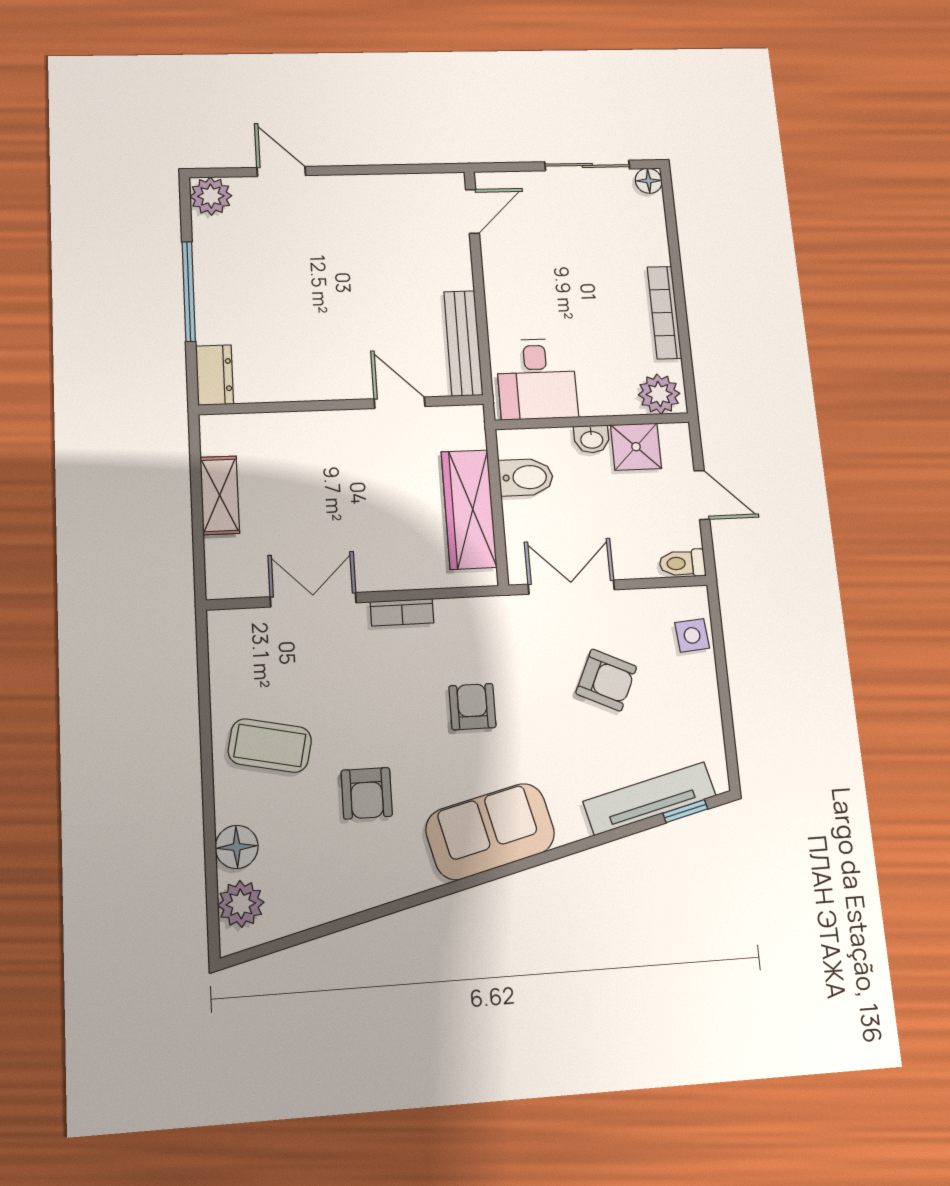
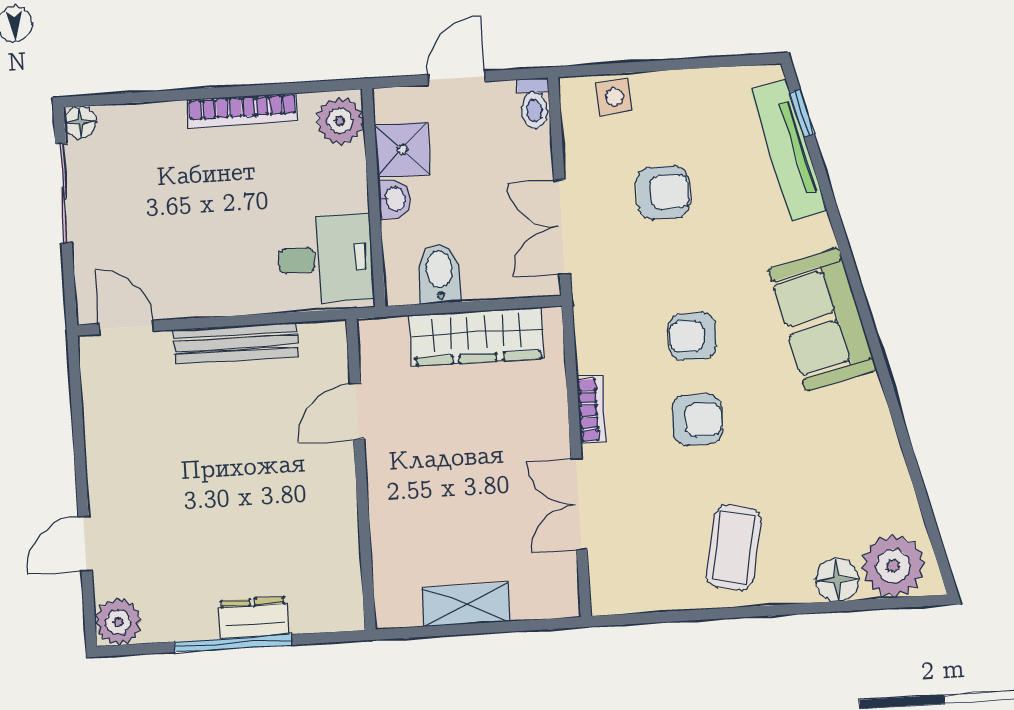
bench: (463, 343) -> (236, 343), moved
dresser: (215, 375) -> (254, 618), moved
armchair: (606, 680) -> (663, 192), turned 65
armchair: (367, 793) -> (697, 420), moved
plant: (241, 904) -> (893, 566), width x1.36, depth x1.36

